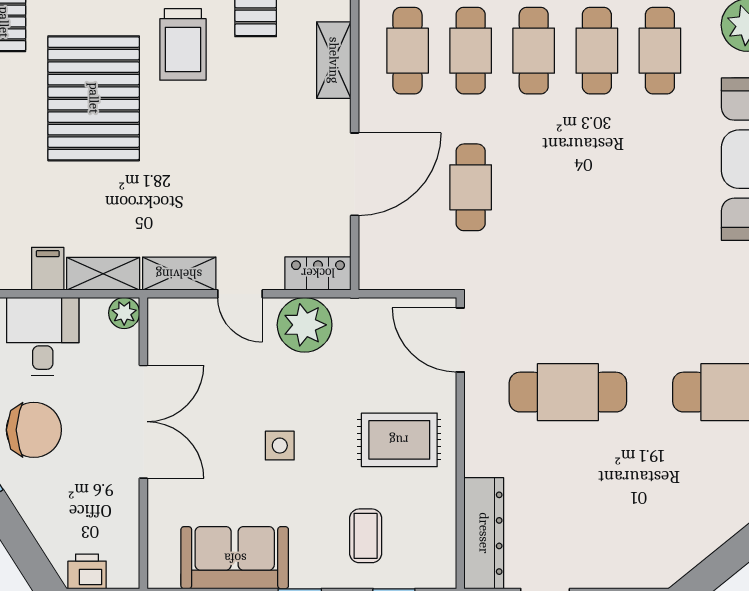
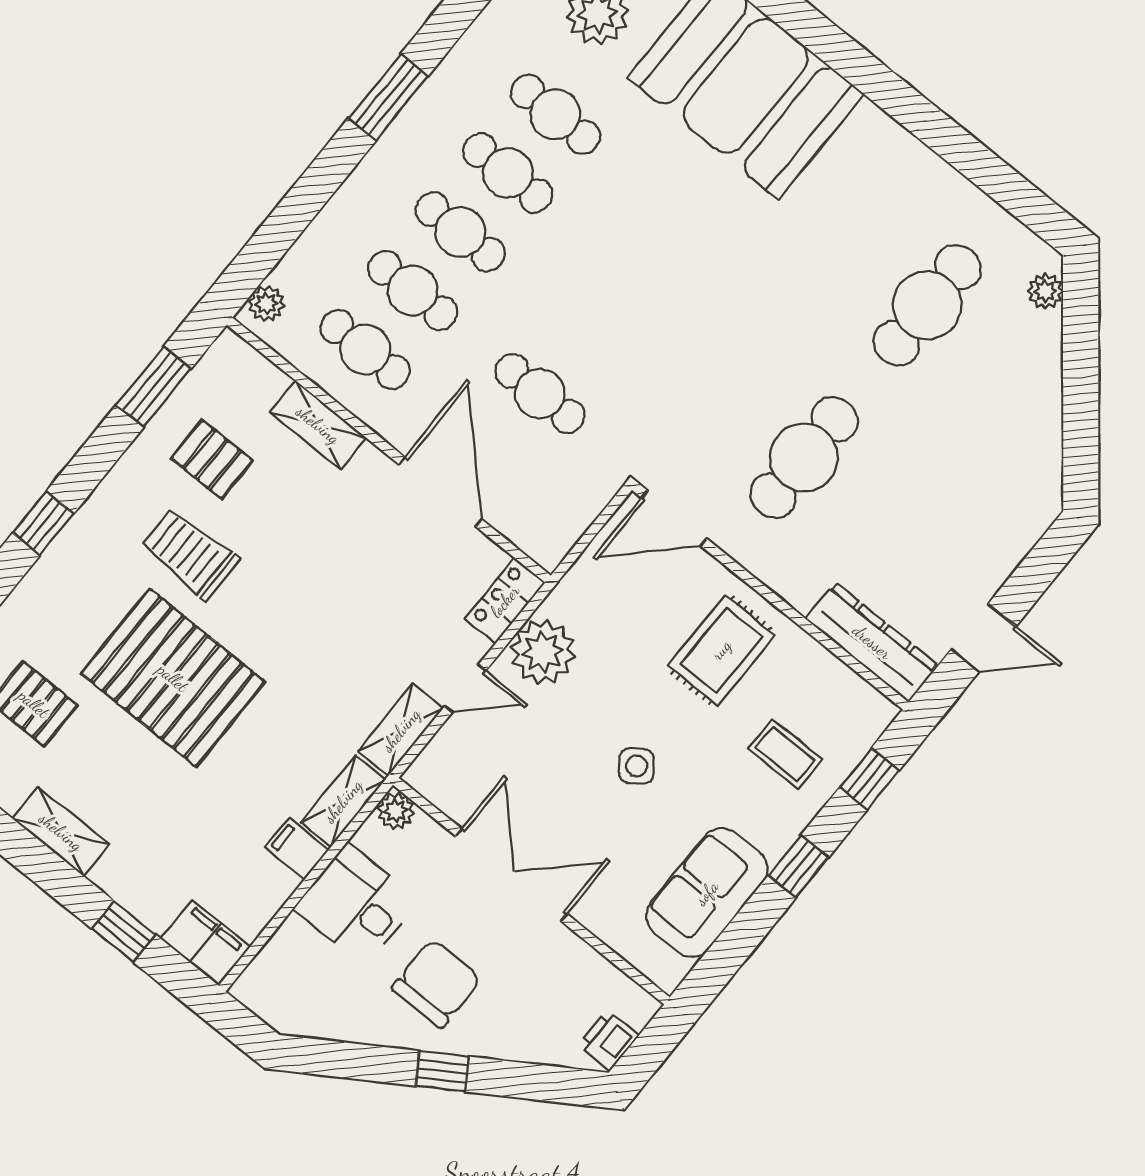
trolley: (183, 44) -> (190, 554), turned 180
side table: (280, 446) -> (636, 766), turned -37

